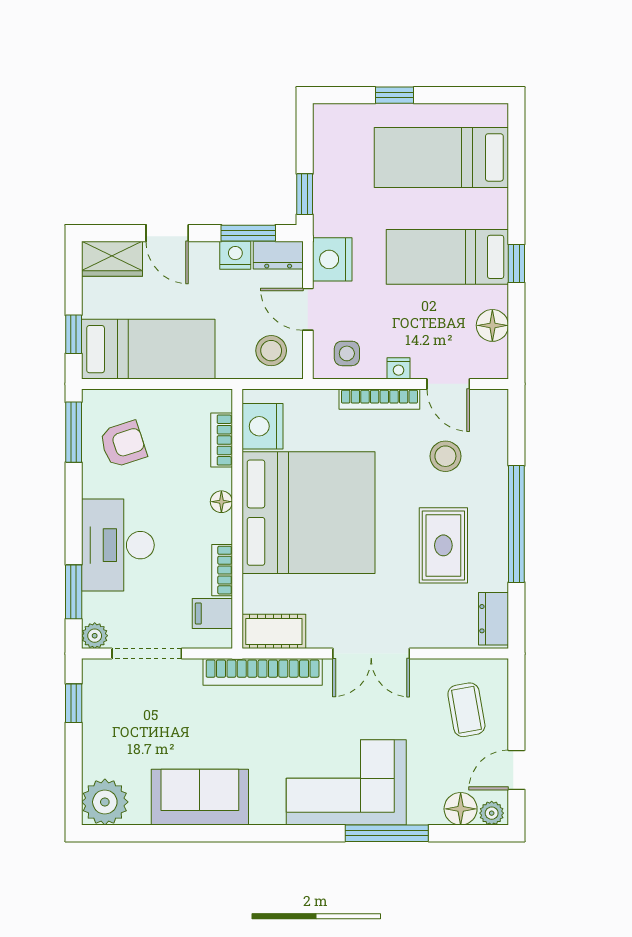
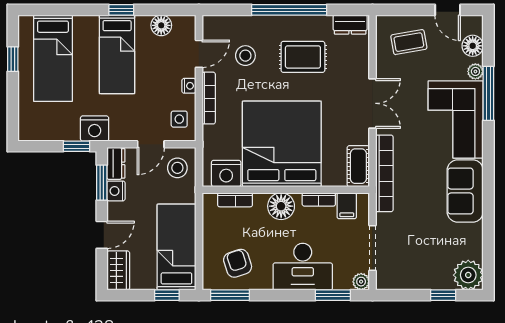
window: (394, 95) -> (13, 59), moved
nightstand: (332, 259) -> (95, 129), moved
floor lamp: (221, 502) -> (281, 206), width x1.89, depth x1.89
window: (74, 703) -> (443, 295), moved
sofa: (200, 797) -> (465, 191), moved
plant: (492, 813) -> (475, 71), moved

